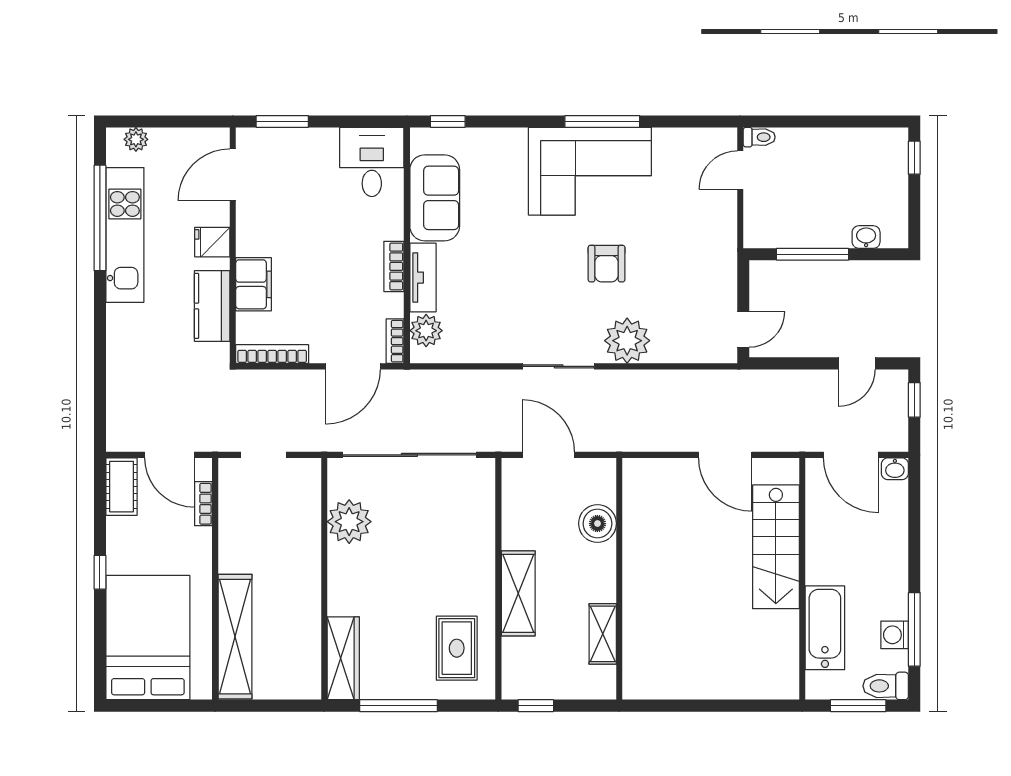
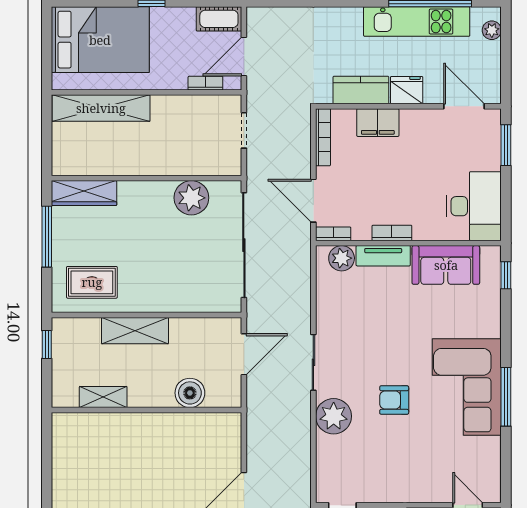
desk: (372, 162) -> (474, 206), width x1.37
fridge: (212, 242) -> (407, 90), width x1.38

